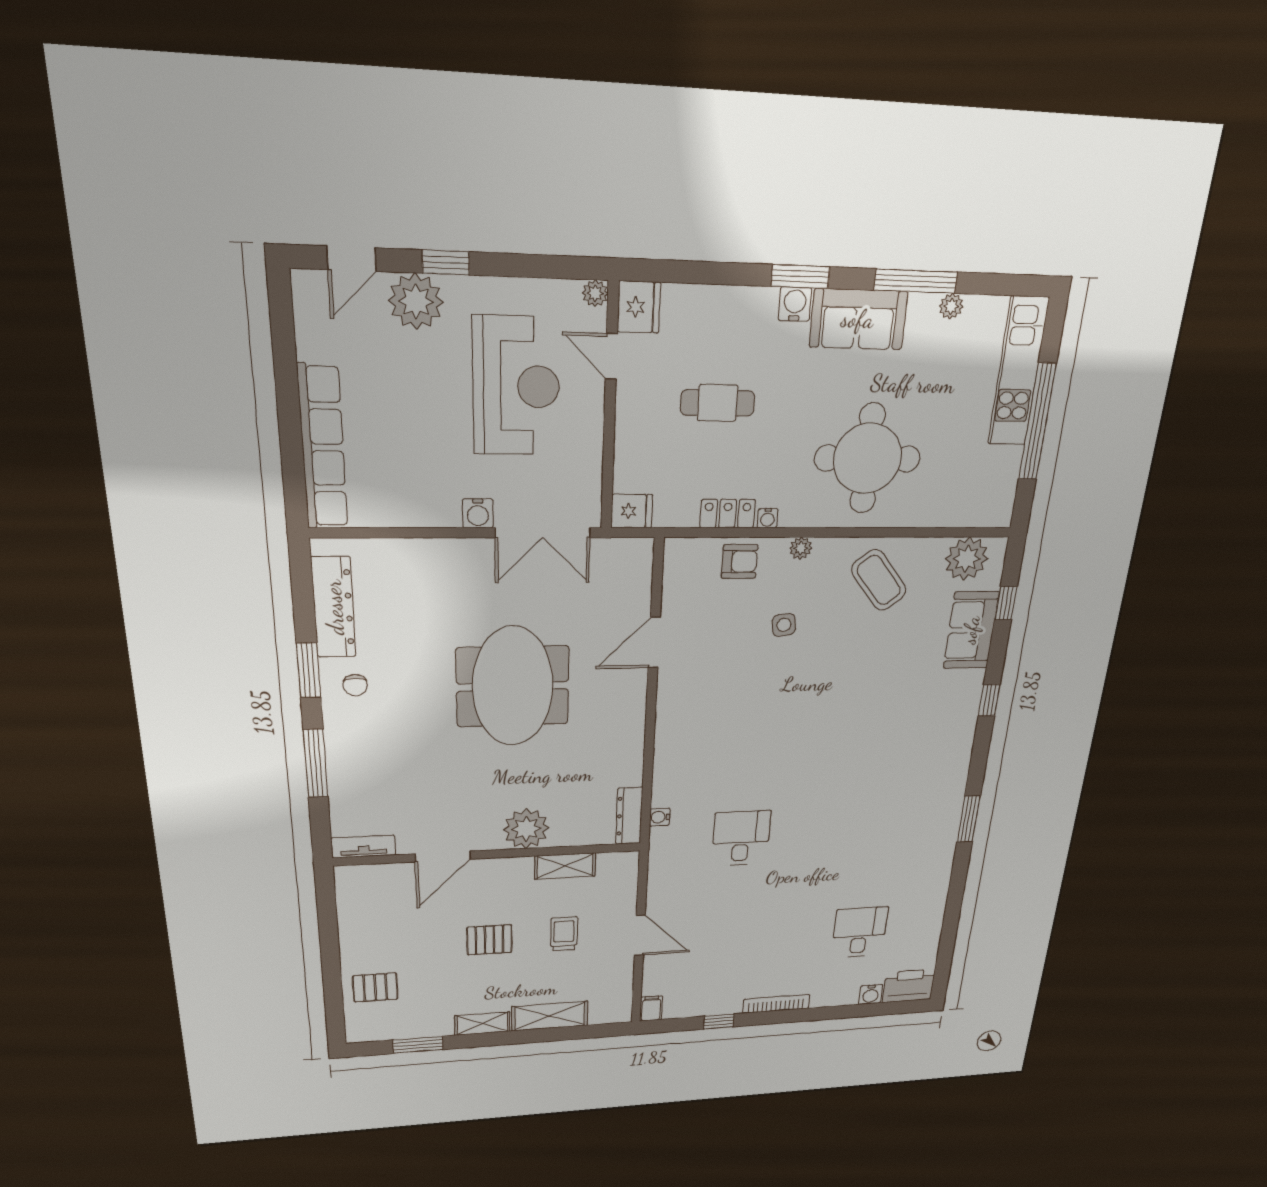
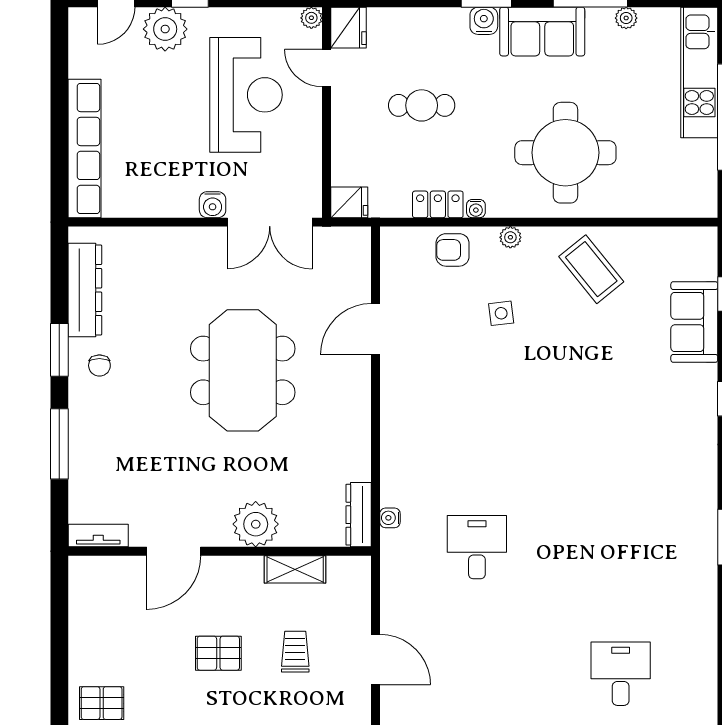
plant: (967, 559) -> (678, 248), removed
armchair: (740, 562) -> (453, 250), turned 180

